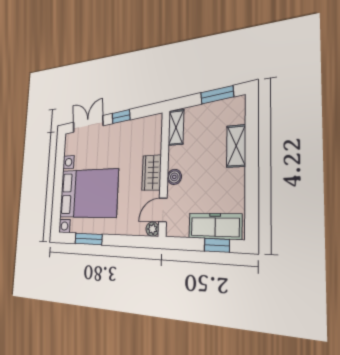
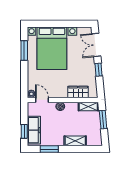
window: (217, 95) -> (103, 120), moved
double door: (88, 124) -> (96, 45), swing flipped
wardrobe: (152, 173) -> (78, 92), moved
window: (252, 196) -> (49, 149), added

